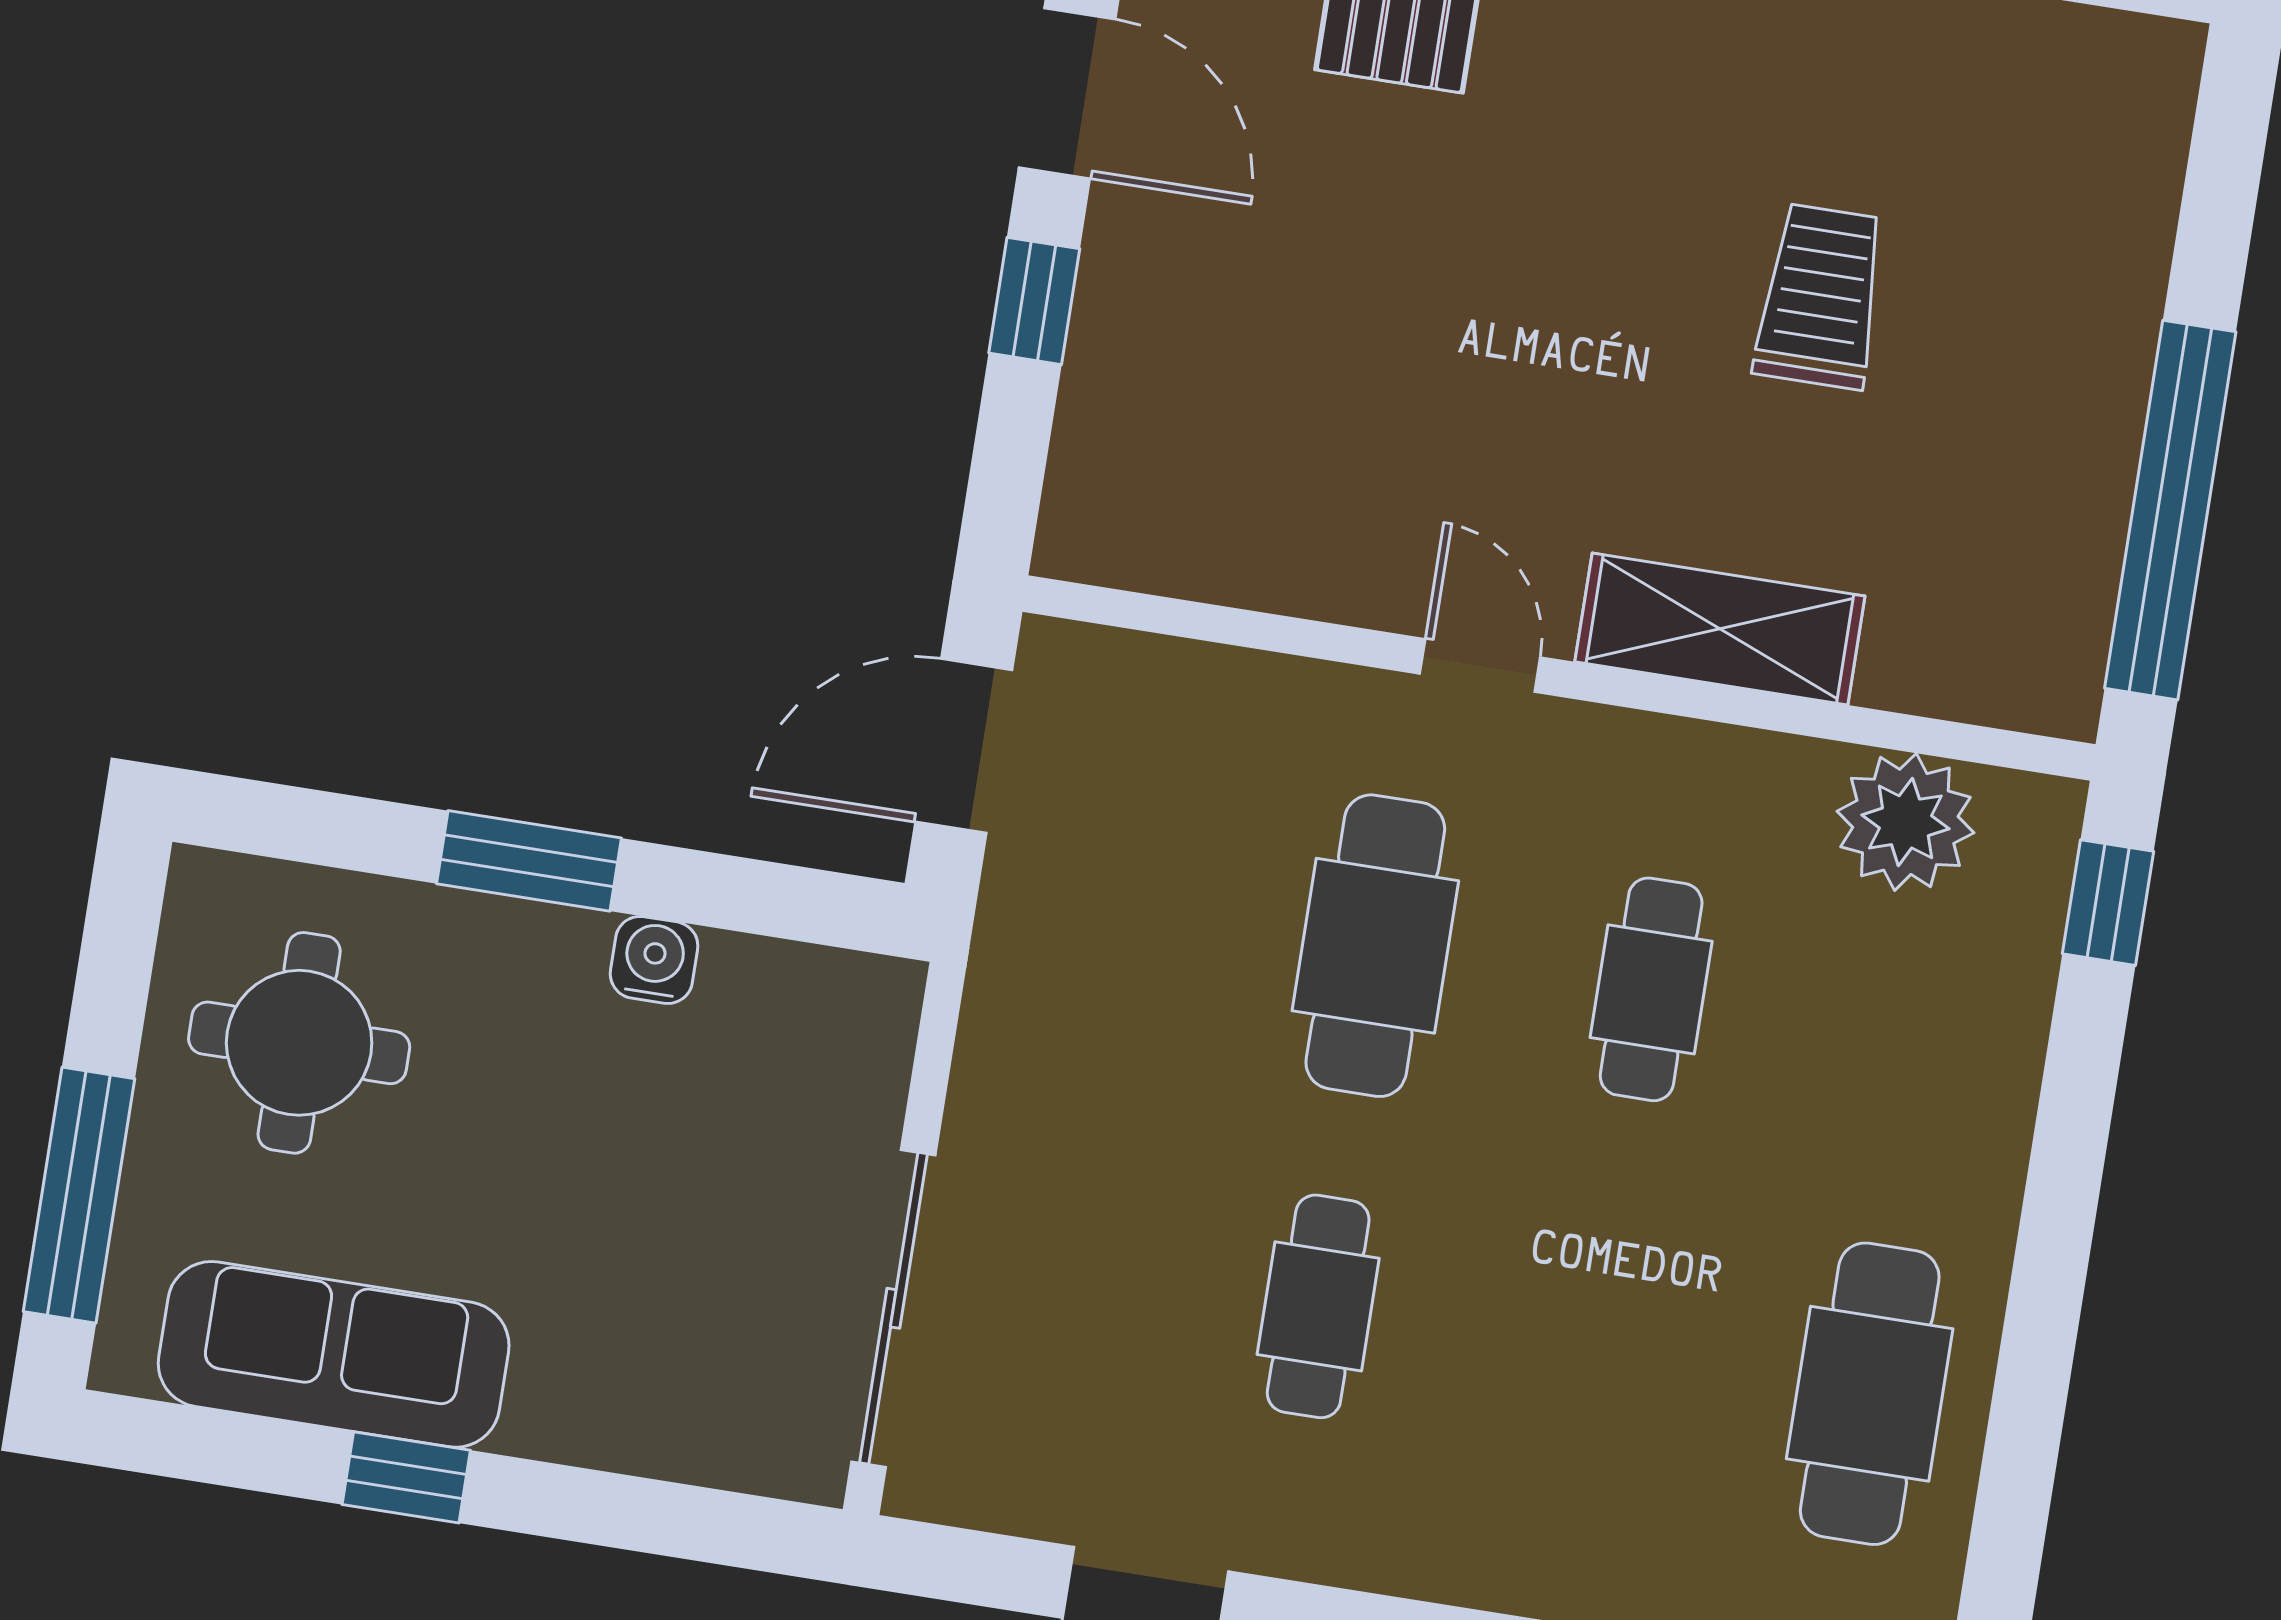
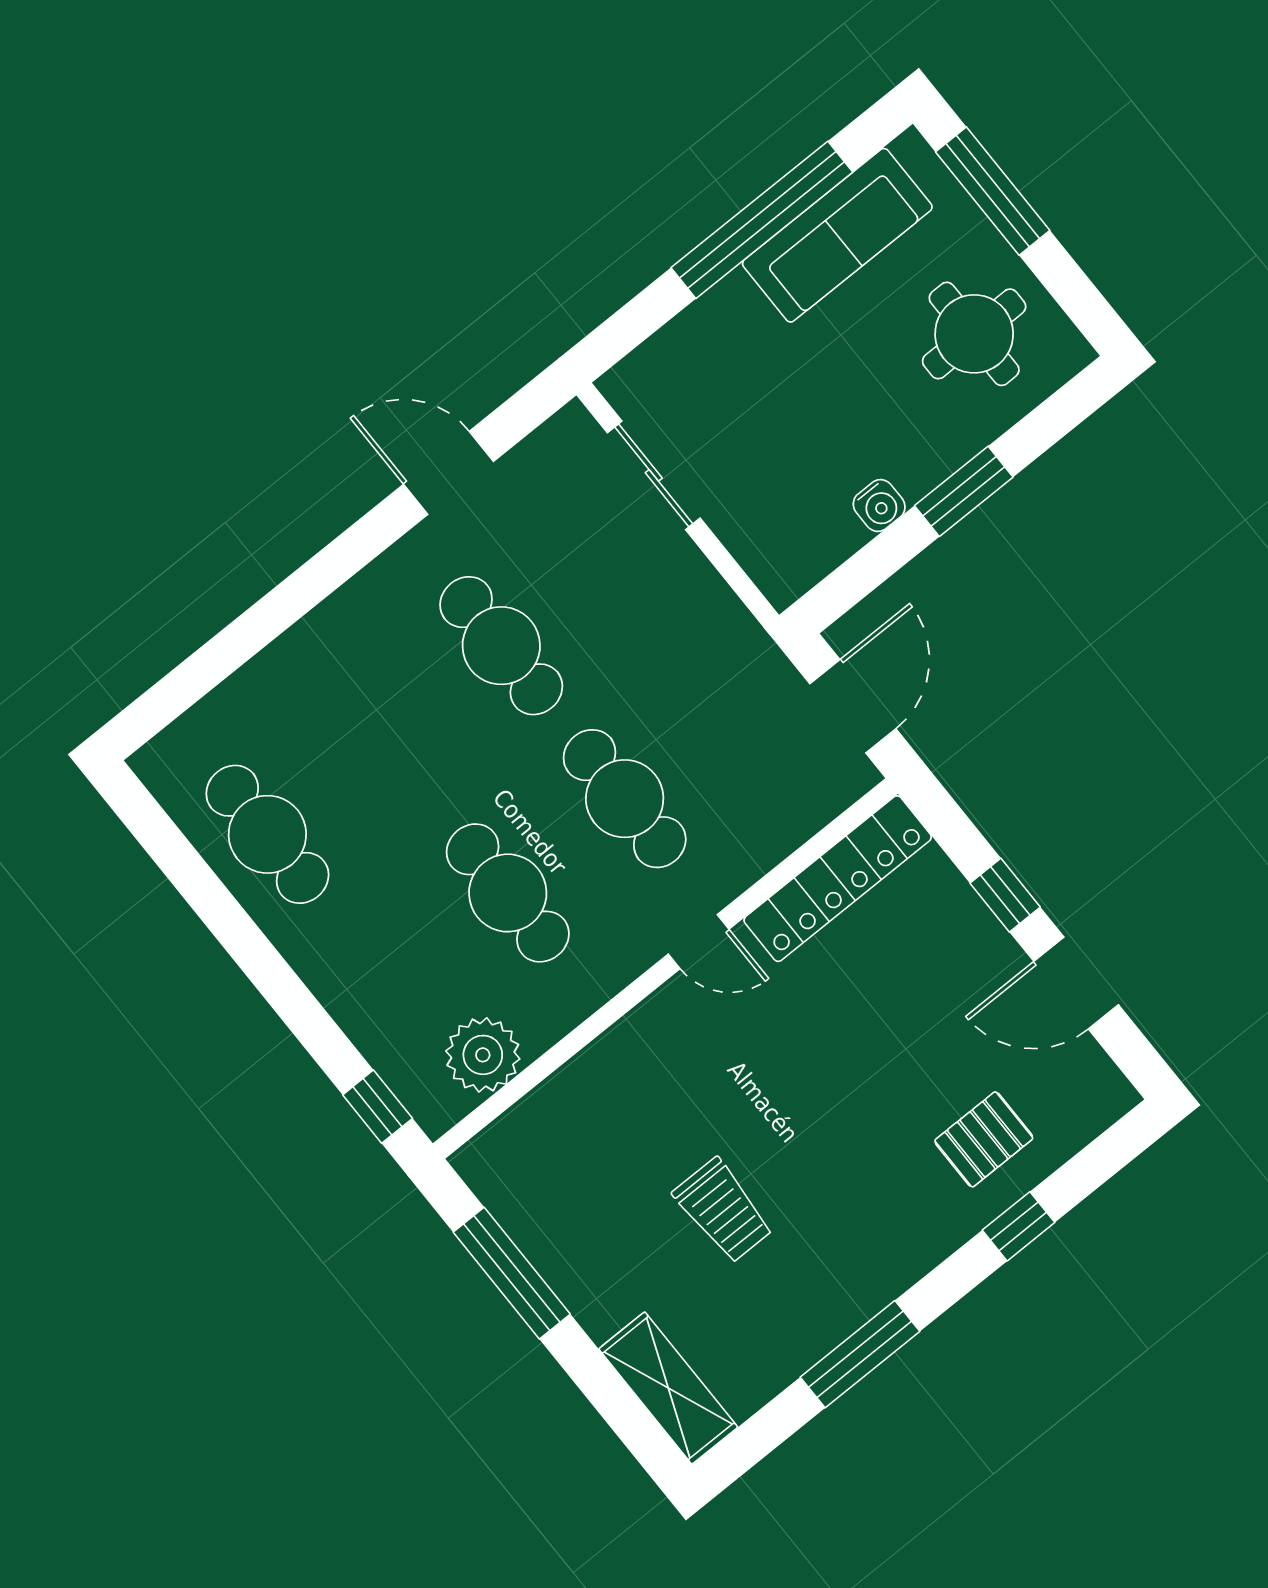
window: (2170, 510) -> (512, 1273), width x0.68
locker: (1220, 552) -> (838, 879), added
shelving: (1720, 629) -> (668, 1388), moved, turned 90
cafe table: (1651, 989) -> (508, 893), width x1.37, depth x1.35
cafe table: (1318, 1306) -> (501, 646), width x1.37, depth x1.35
sliding door: (893, 1308) -> (654, 475), width x0.73
window: (406, 1477) -> (762, 220), width x3.17

